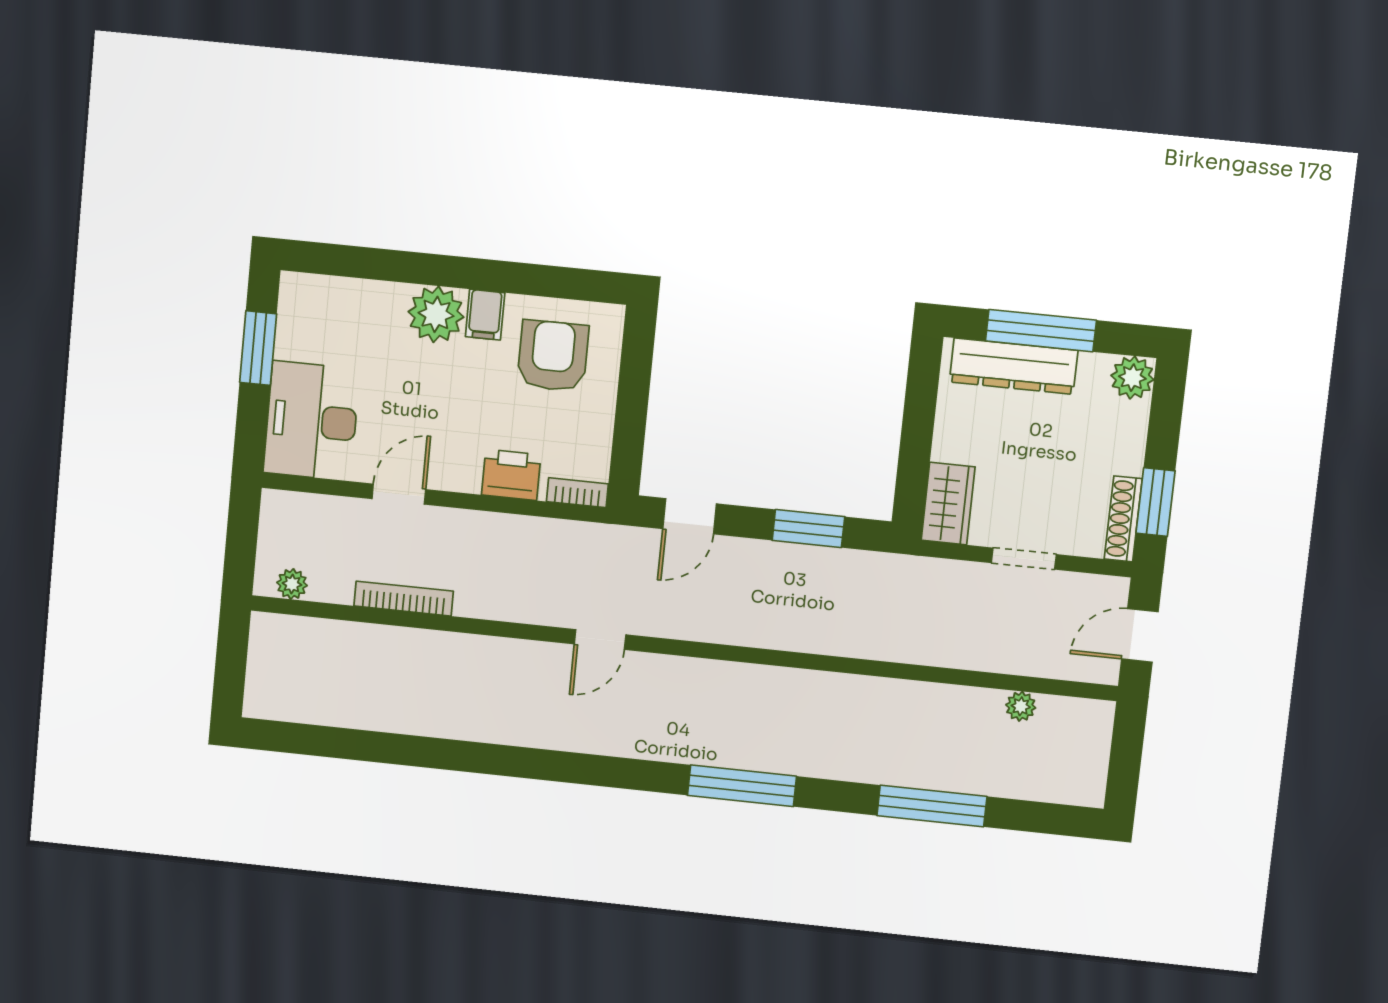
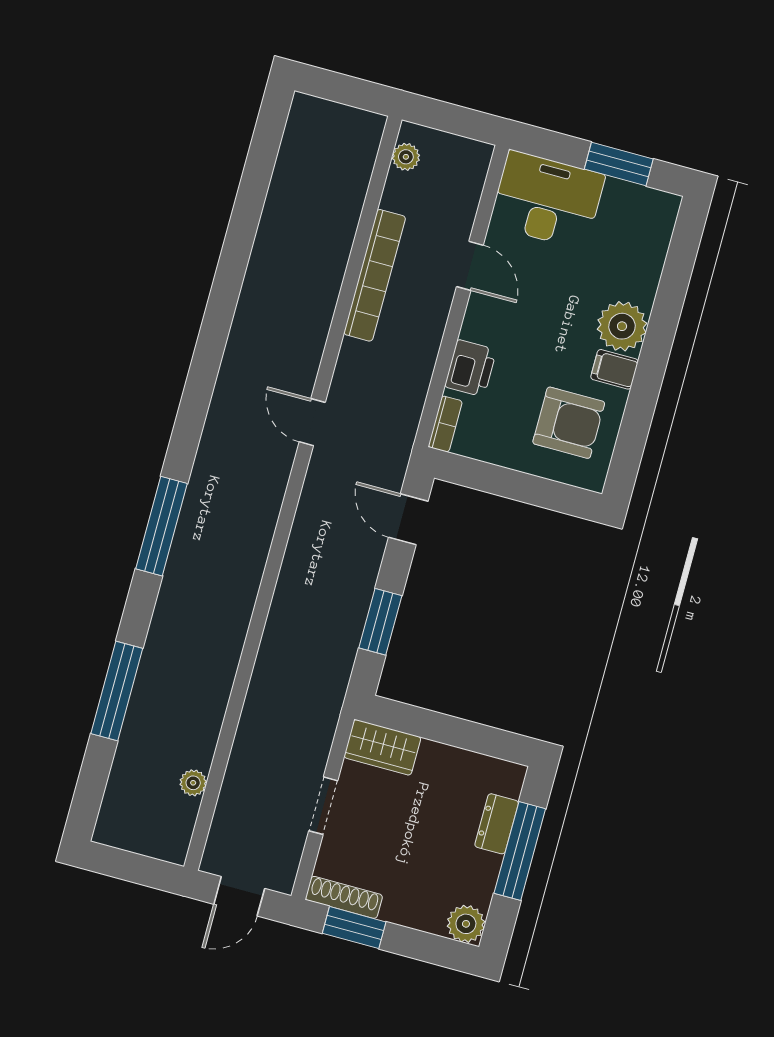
dresser: (1014, 366) -> (497, 824), width x0.51, depth x0.80
bookcase: (404, 599) -> (375, 275), width x1.48, depth x1.31
door: (1140, 635) -> (239, 896), swing flipped

